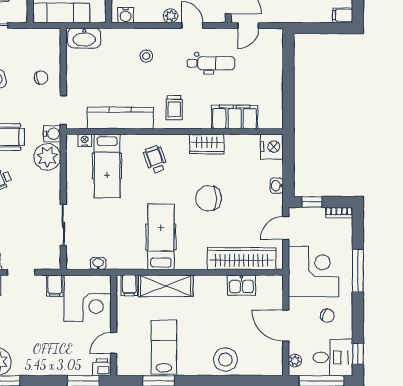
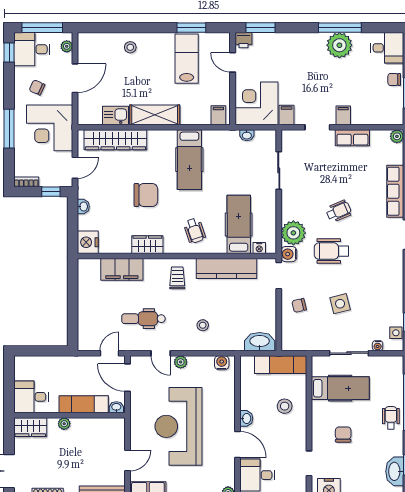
filing cabinet: (343, 15) -> (23, 363), removed
shelving: (166, 286) -> (155, 115), moved
door: (286, 326) -> (75, 78), hinge flipped
door: (114, 343) -> (233, 62), swing flipped
lab bench: (164, 347) -> (187, 59), turned 180
stool: (225, 360) -> (130, 47), width x0.53, depth x0.53

